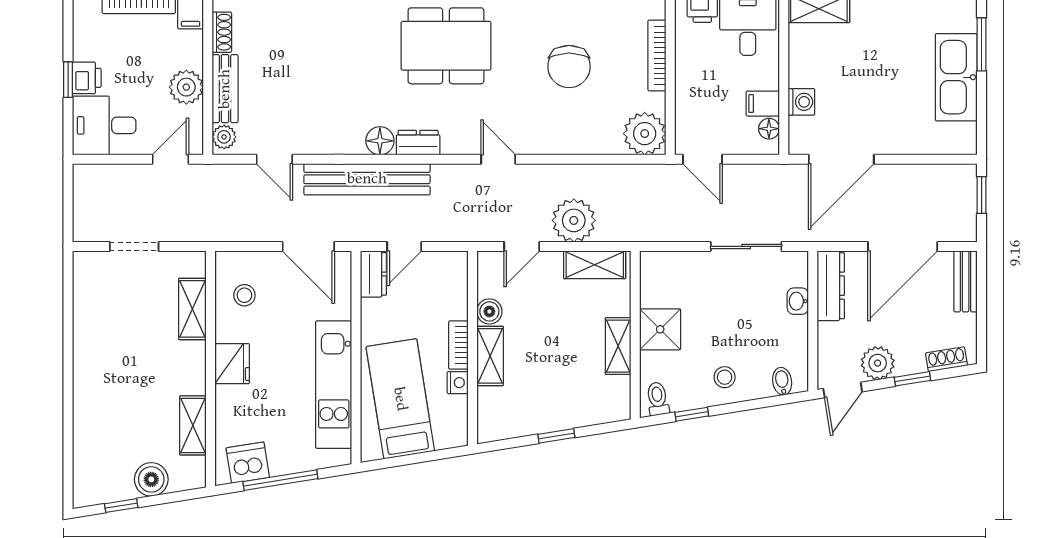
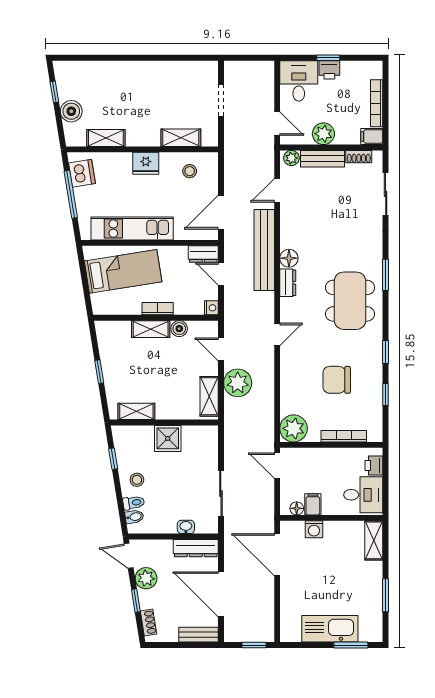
door: (703, 159) -> (277, 466), hinge flipped
shelving: (618, 346) -> (136, 411), moved
nightstand: (458, 383) -> (211, 308), moved, turned -90
toilet: (658, 399) -> (134, 503), moved

